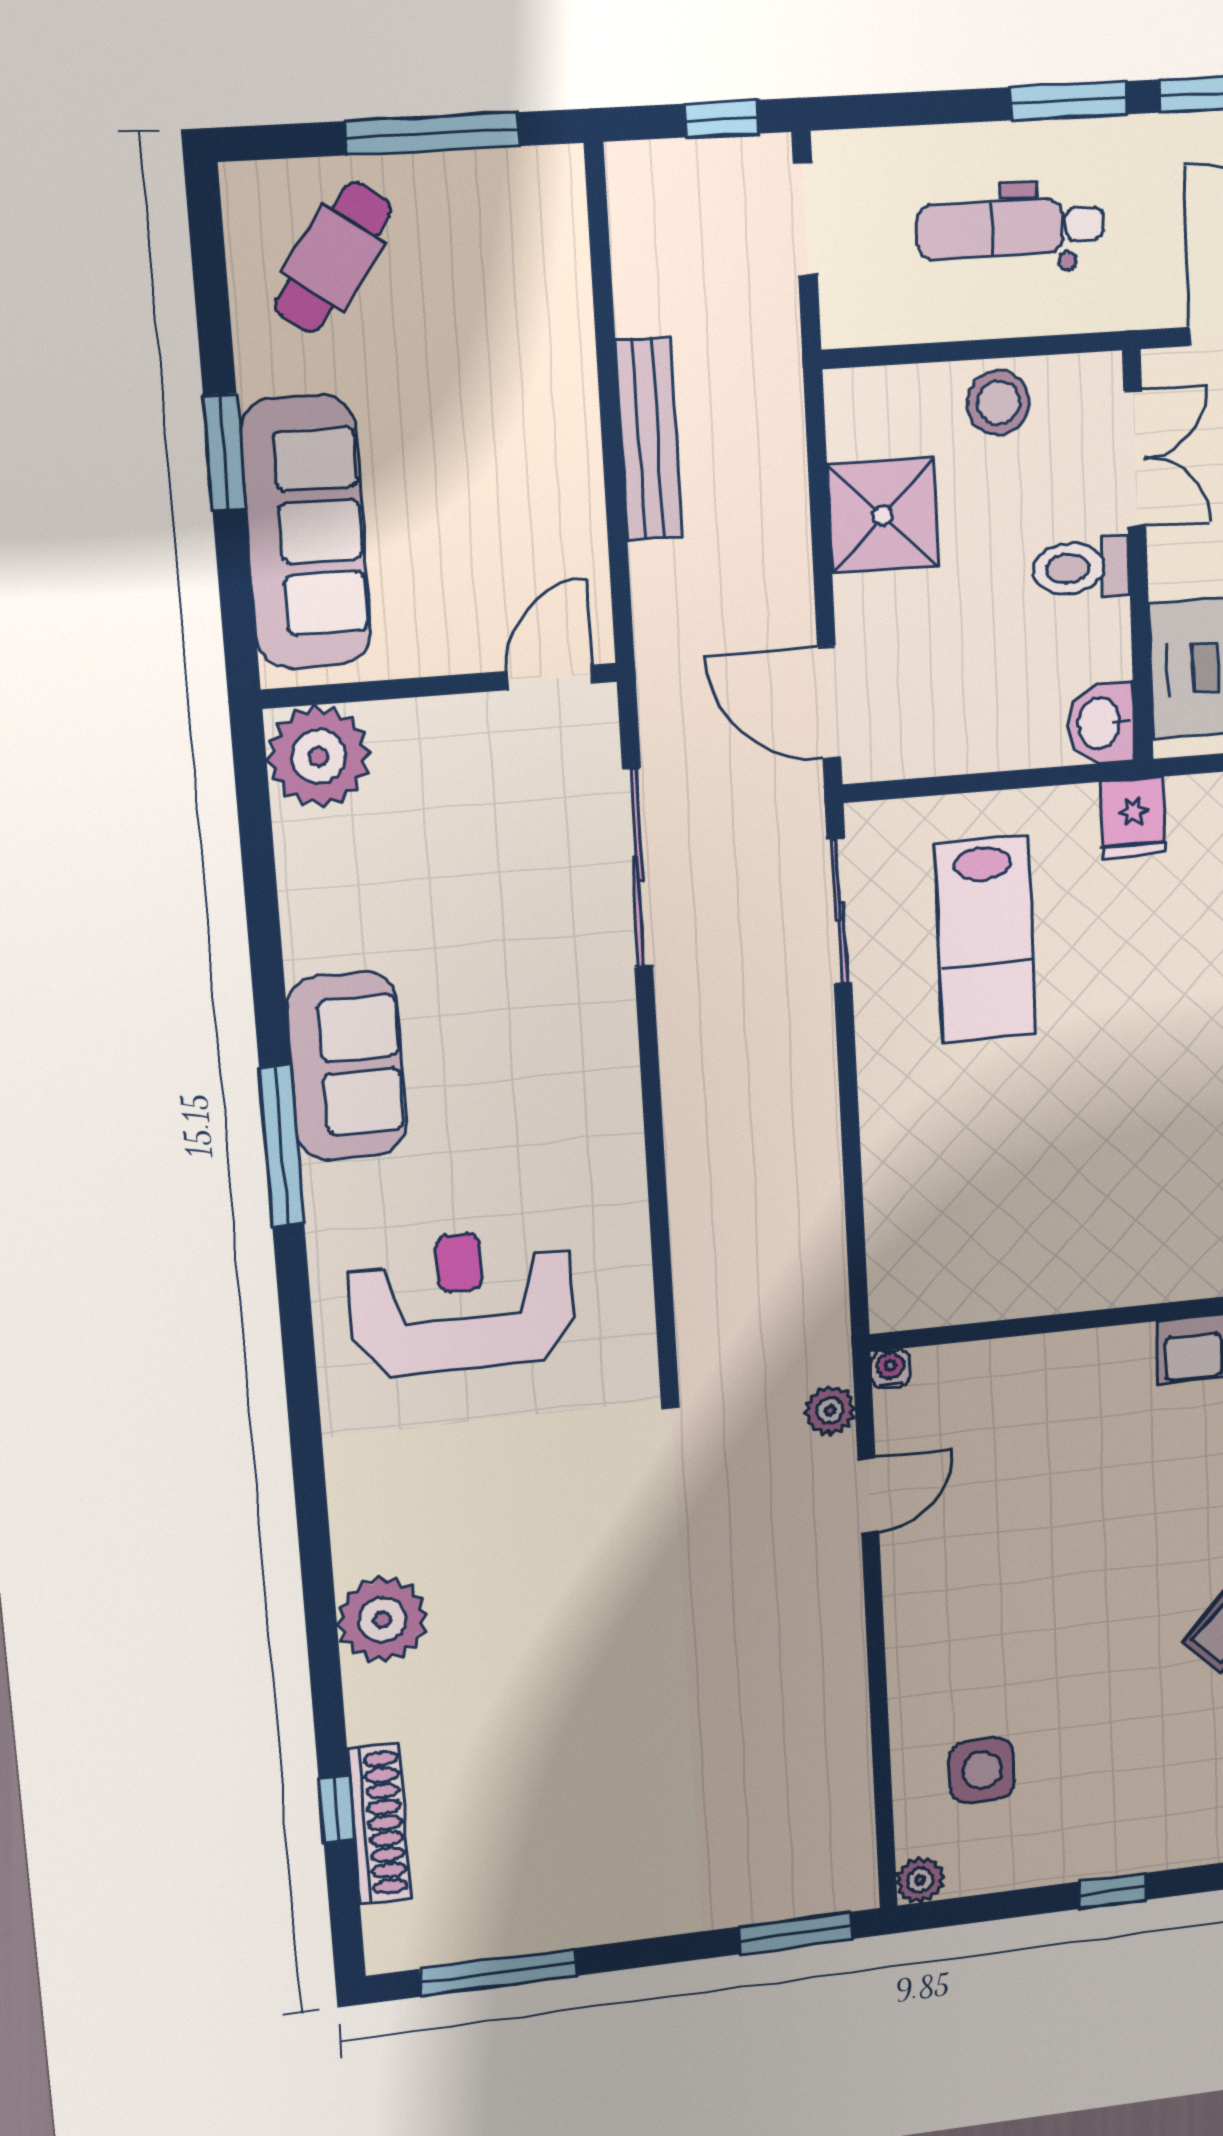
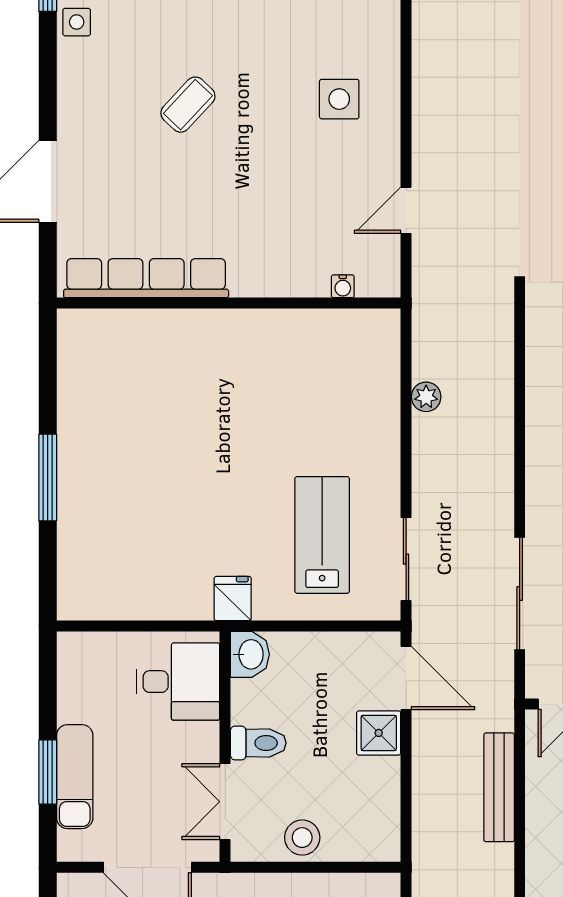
bench: (649, 439) -> (499, 787), moved
shower: (883, 516) -> (379, 733), moved, width x0.73, depth x0.73
water cooler: (890, 1369) -> (343, 286), moved
plant: (830, 1411) -> (426, 397), moved
side table: (982, 1771) -> (339, 99), moved

